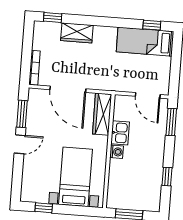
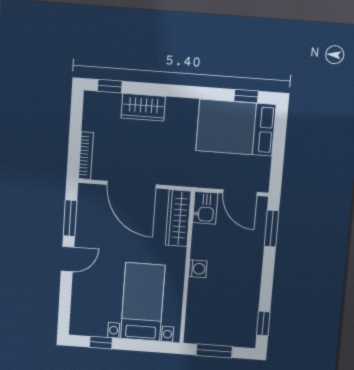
bed: (145, 42) -> (236, 128), width x1.50
kitchen sink: (120, 133) -> (205, 208), moved
window: (167, 177) -> (263, 323), moved

